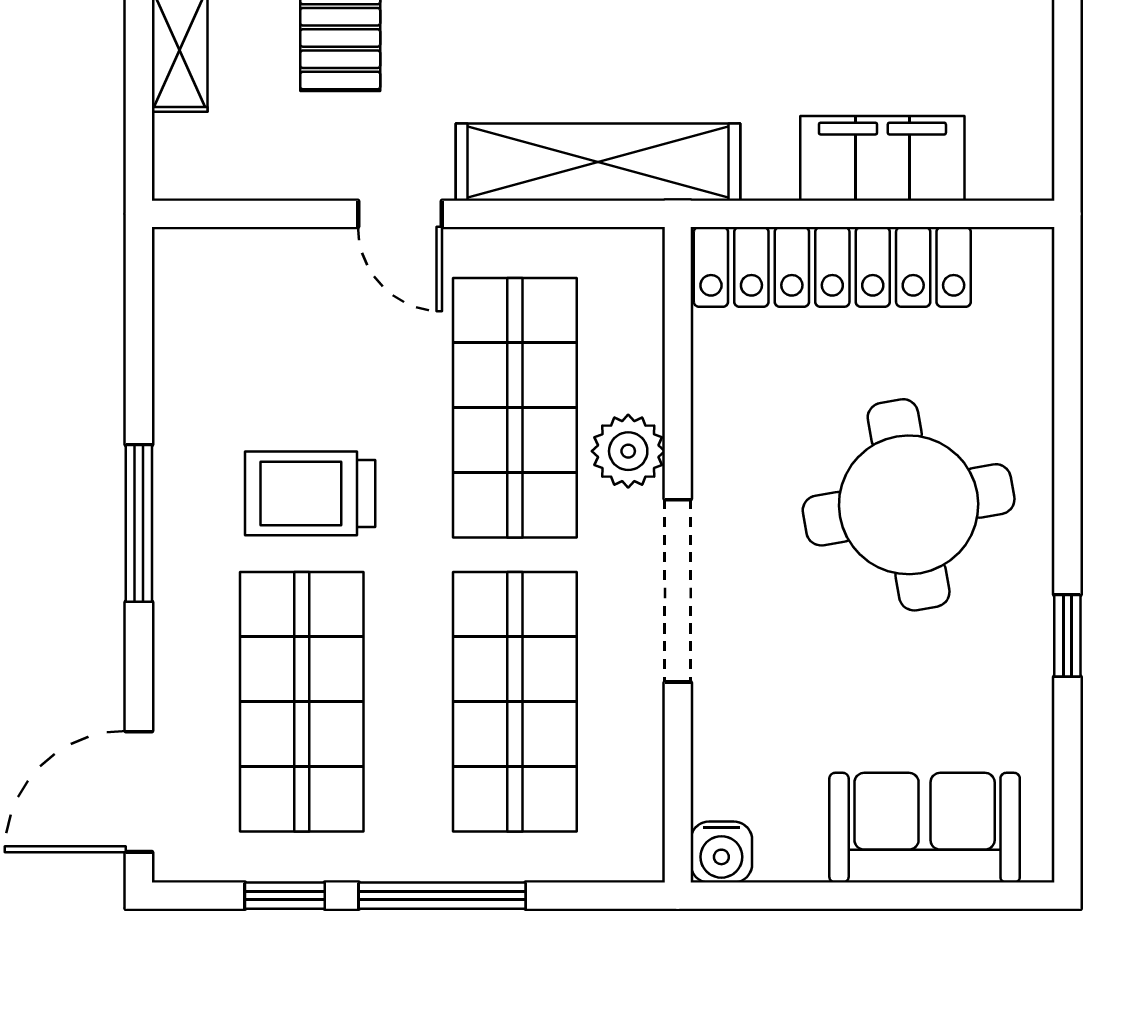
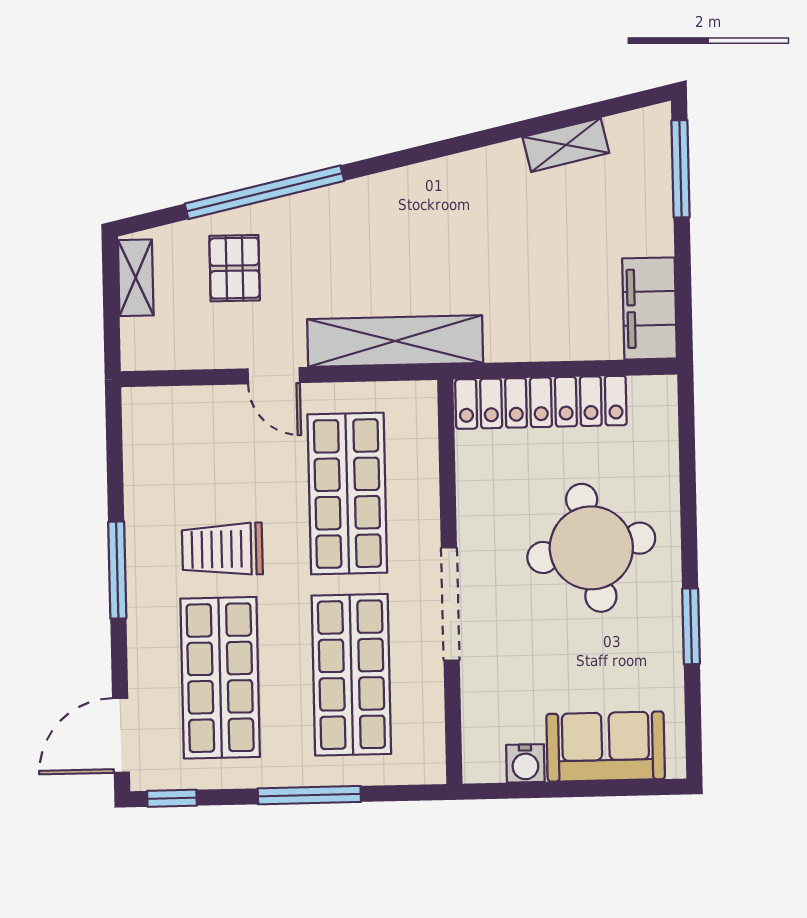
filing cabinet: (882, 158) -> (649, 308), moved, turned -90
plant: (628, 451) -> (418, 519), removed
window: (1067, 636) -> (691, 626), width x1.50
water cooler: (721, 852) -> (525, 763), moved
window: (285, 896) -> (172, 798), moved

